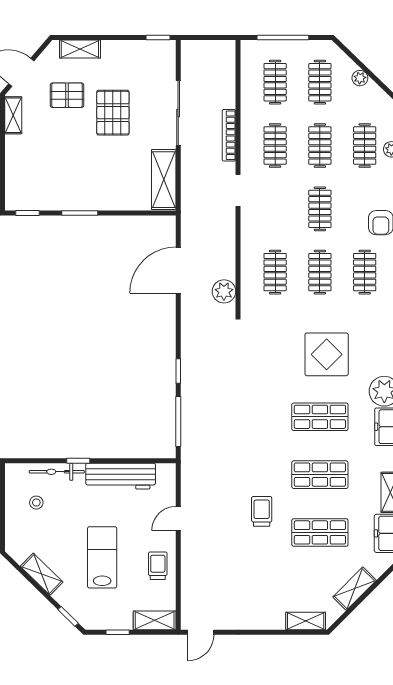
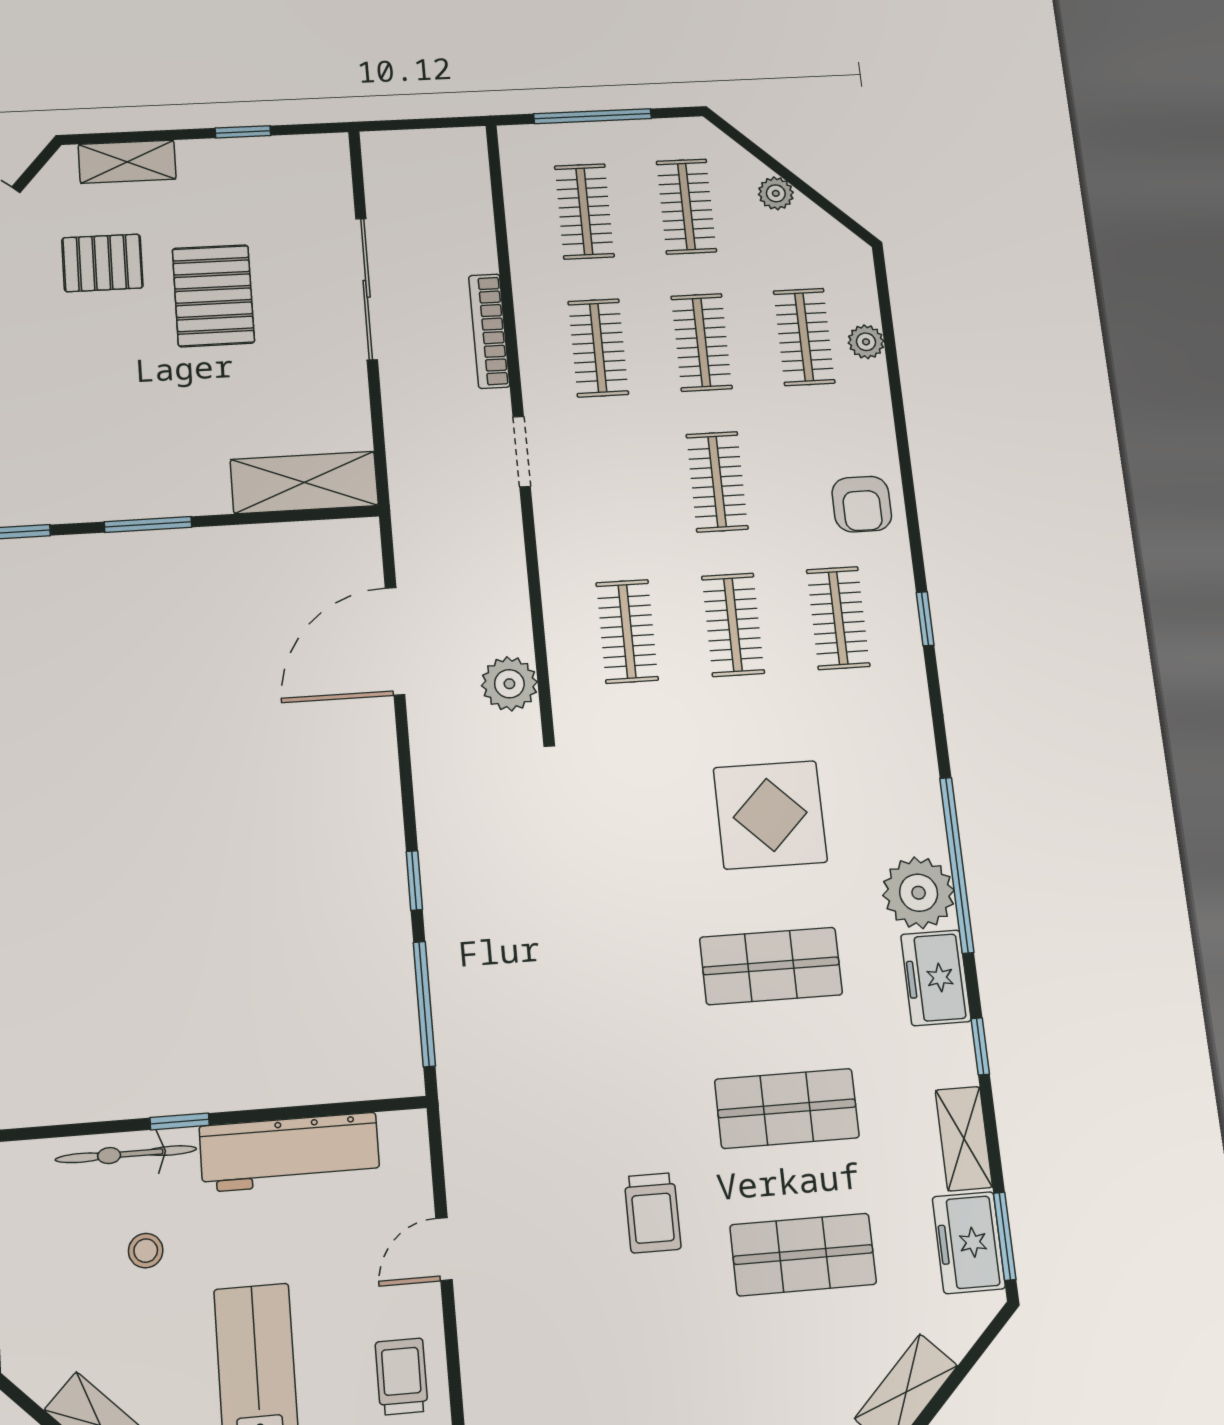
window: (158, 37) -> (243, 132), moved
shelving: (164, 180) -> (304, 482), moved, turned 90
stool: (36, 503) -> (146, 1251), moved
trolley: (262, 511) -> (653, 1213), turned 180

